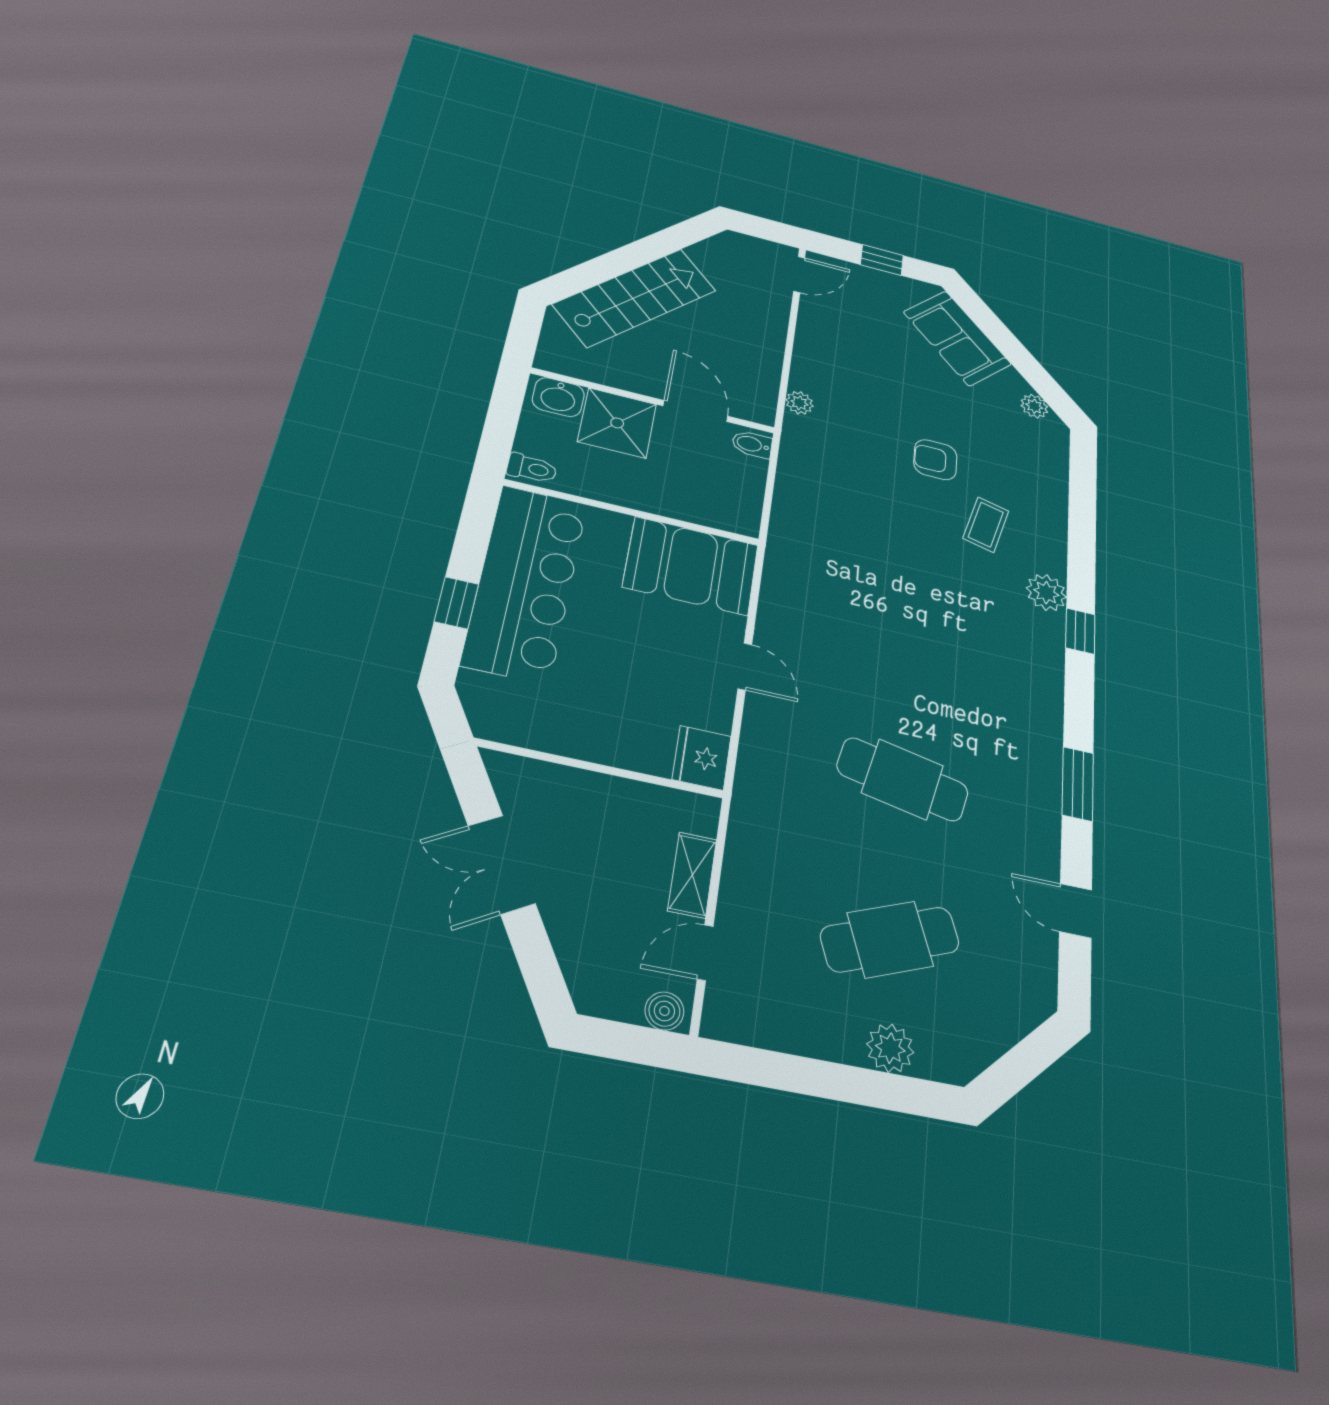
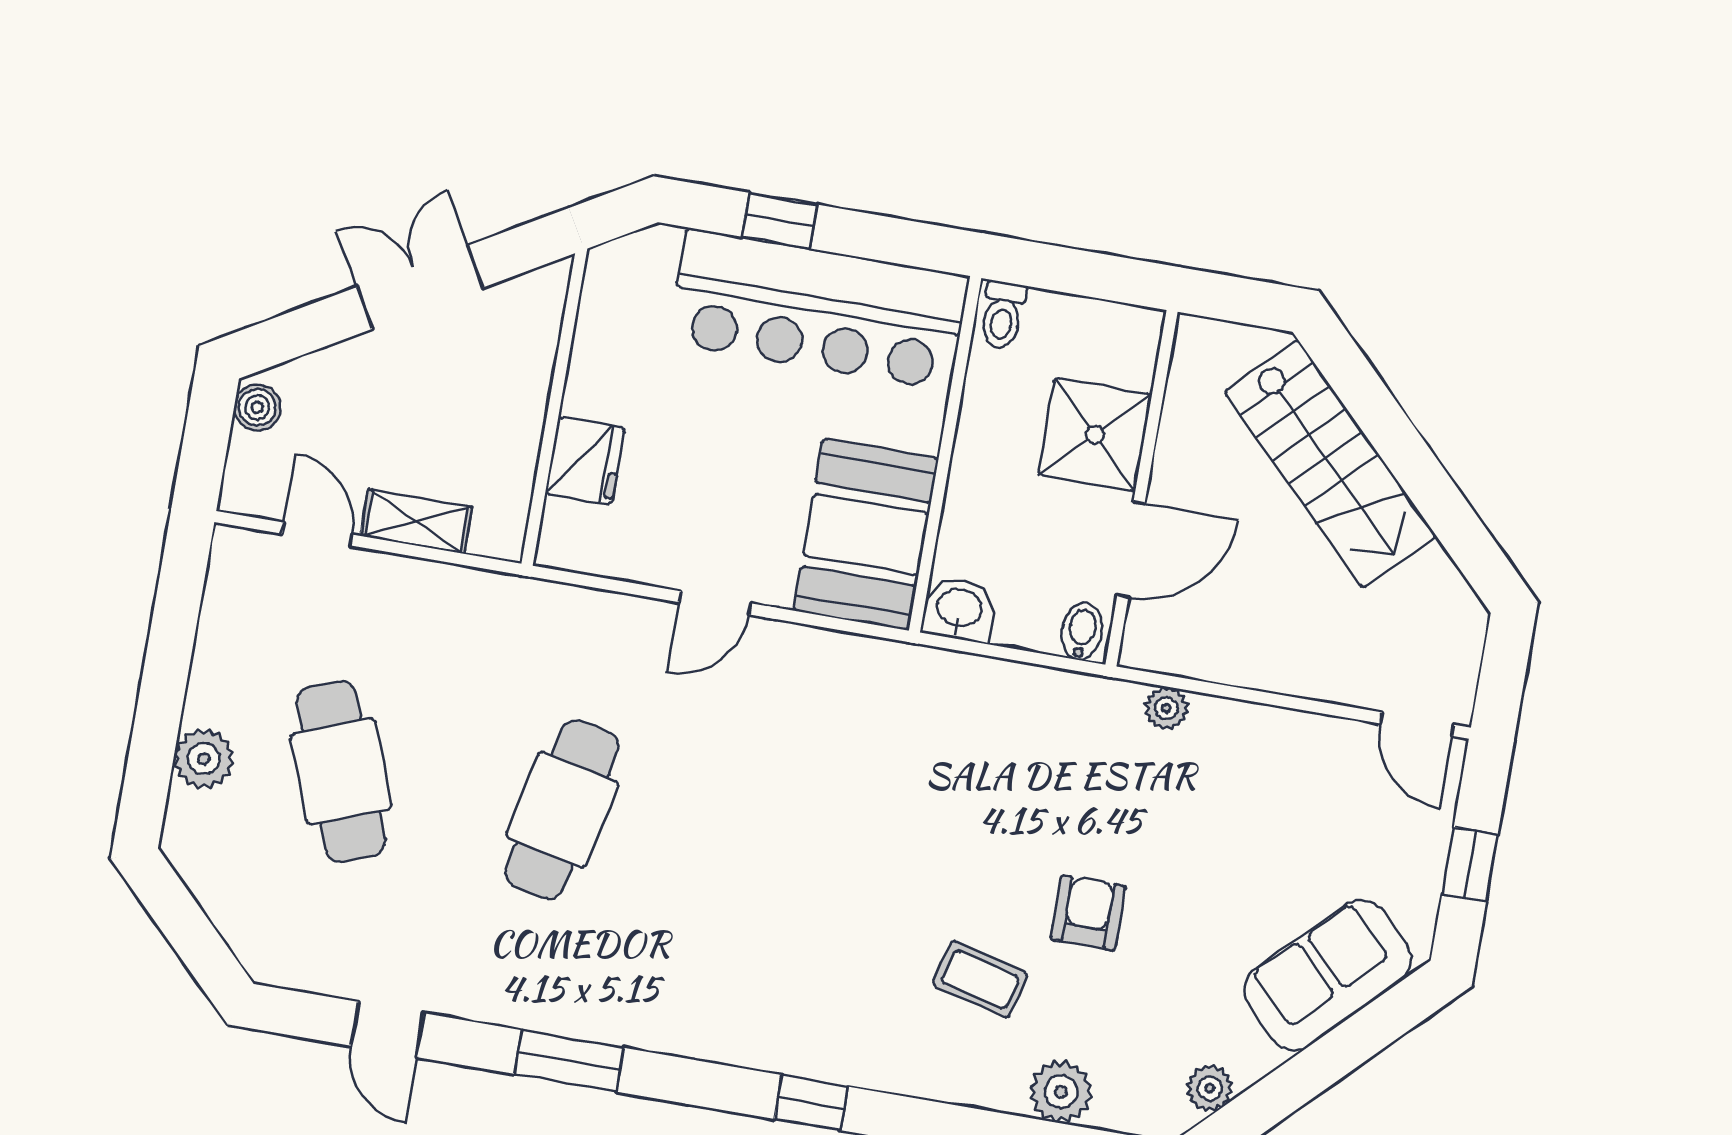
washbasin: (558, 397) -> (959, 609), moved, turned 90
plant: (1046, 593) -> (1061, 1092), moved
fridge: (702, 758) -> (585, 461), moved, turned 90
door: (1076, 911) -> (387, 1030), swing flipped
boiler: (664, 1011) -> (257, 407), moved

